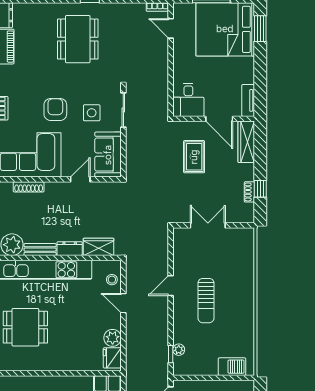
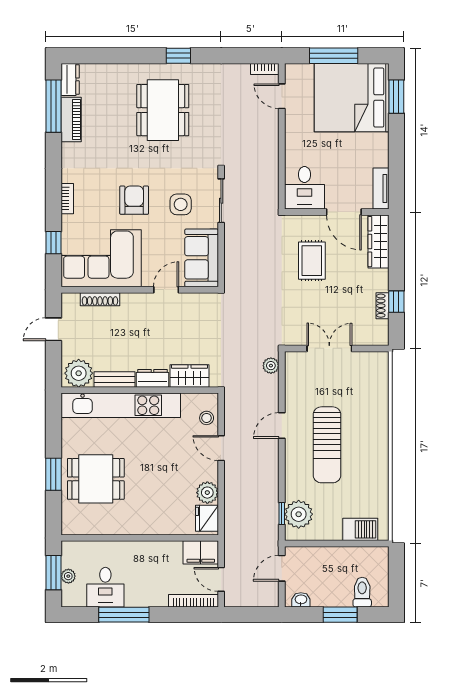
plant: (162, 239) -> (271, 366), added
sun lounger: (206, 301) -> (327, 445), width x1.36, depth x1.34
plant: (179, 350) -> (299, 514), width x1.87, depth x1.87

